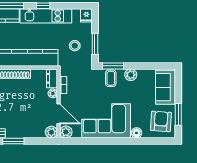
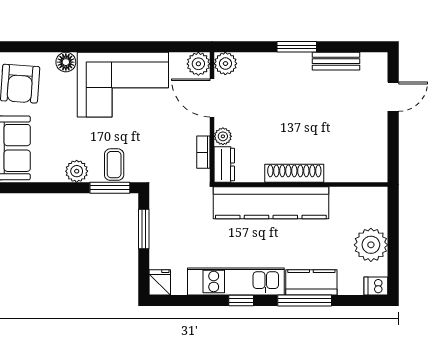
stool: (75, 46) -> (182, 226), removed

